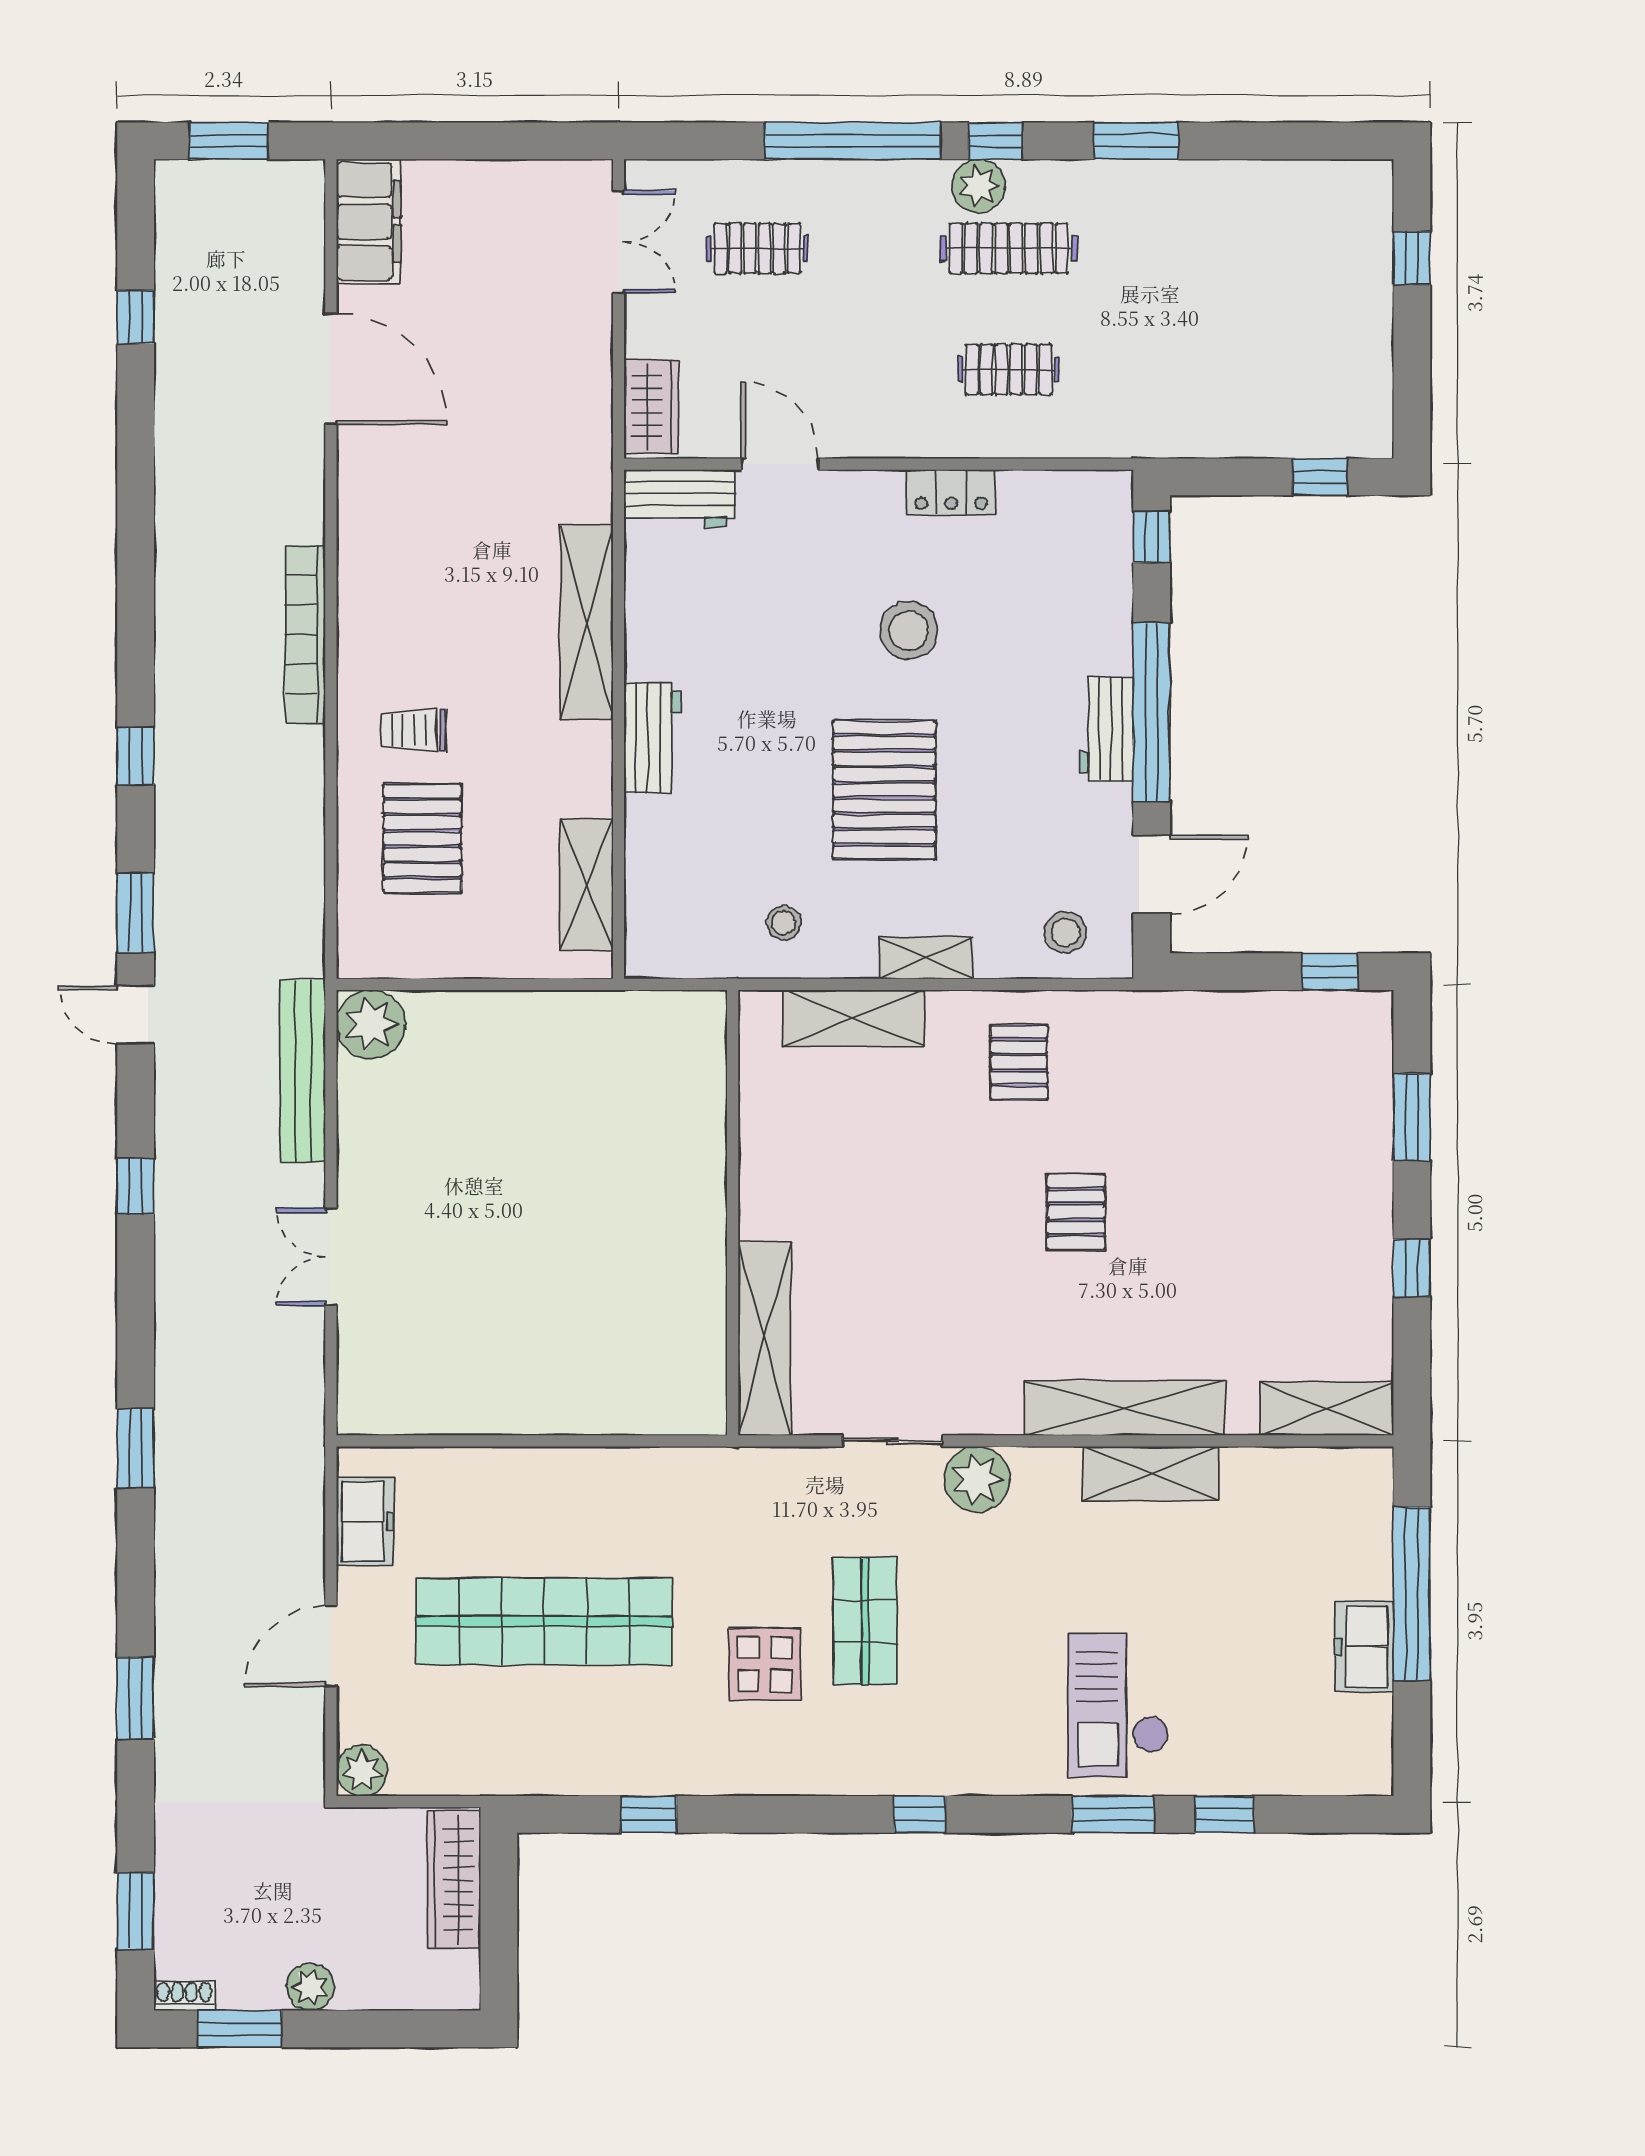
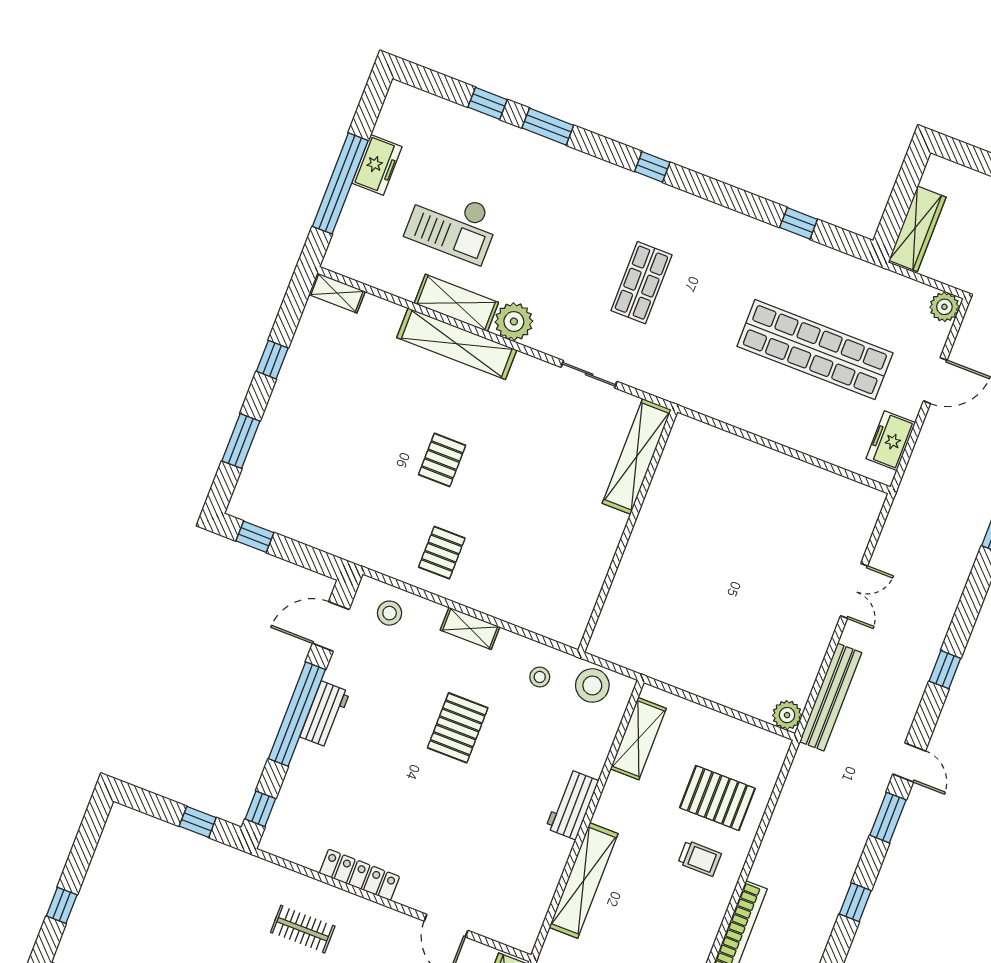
window: (1320, 477) -> (198, 822), moved
locker: (951, 492) -> (359, 875), width x1.53
workbench: (680, 498) -> (507, 928), removed
stool: (909, 630) -> (592, 685), moved
pallet: (884, 790) -> (458, 728), width x0.73, depth x0.71
pallet: (422, 838) -> (717, 798), turned 90
shelving: (854, 1018) -> (522, 611), removed
plant: (371, 1024) -> (787, 715), width x0.73, depth x0.73
shelving: (1327, 1409) -> (337, 293), width x0.67, depth x0.75
plant: (977, 1479) -> (514, 322), moved
display table: (765, 1664) -> (705, 280), removed
checkout: (1118, 1705) -> (453, 224), moved, turned 90

